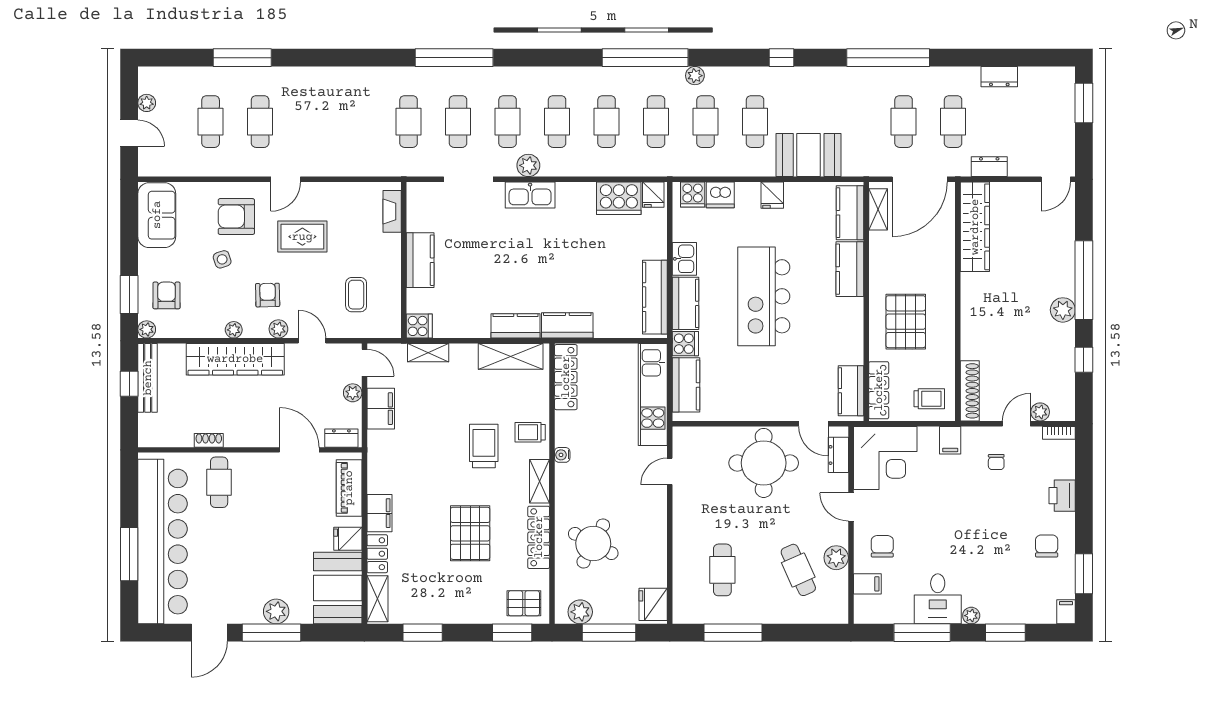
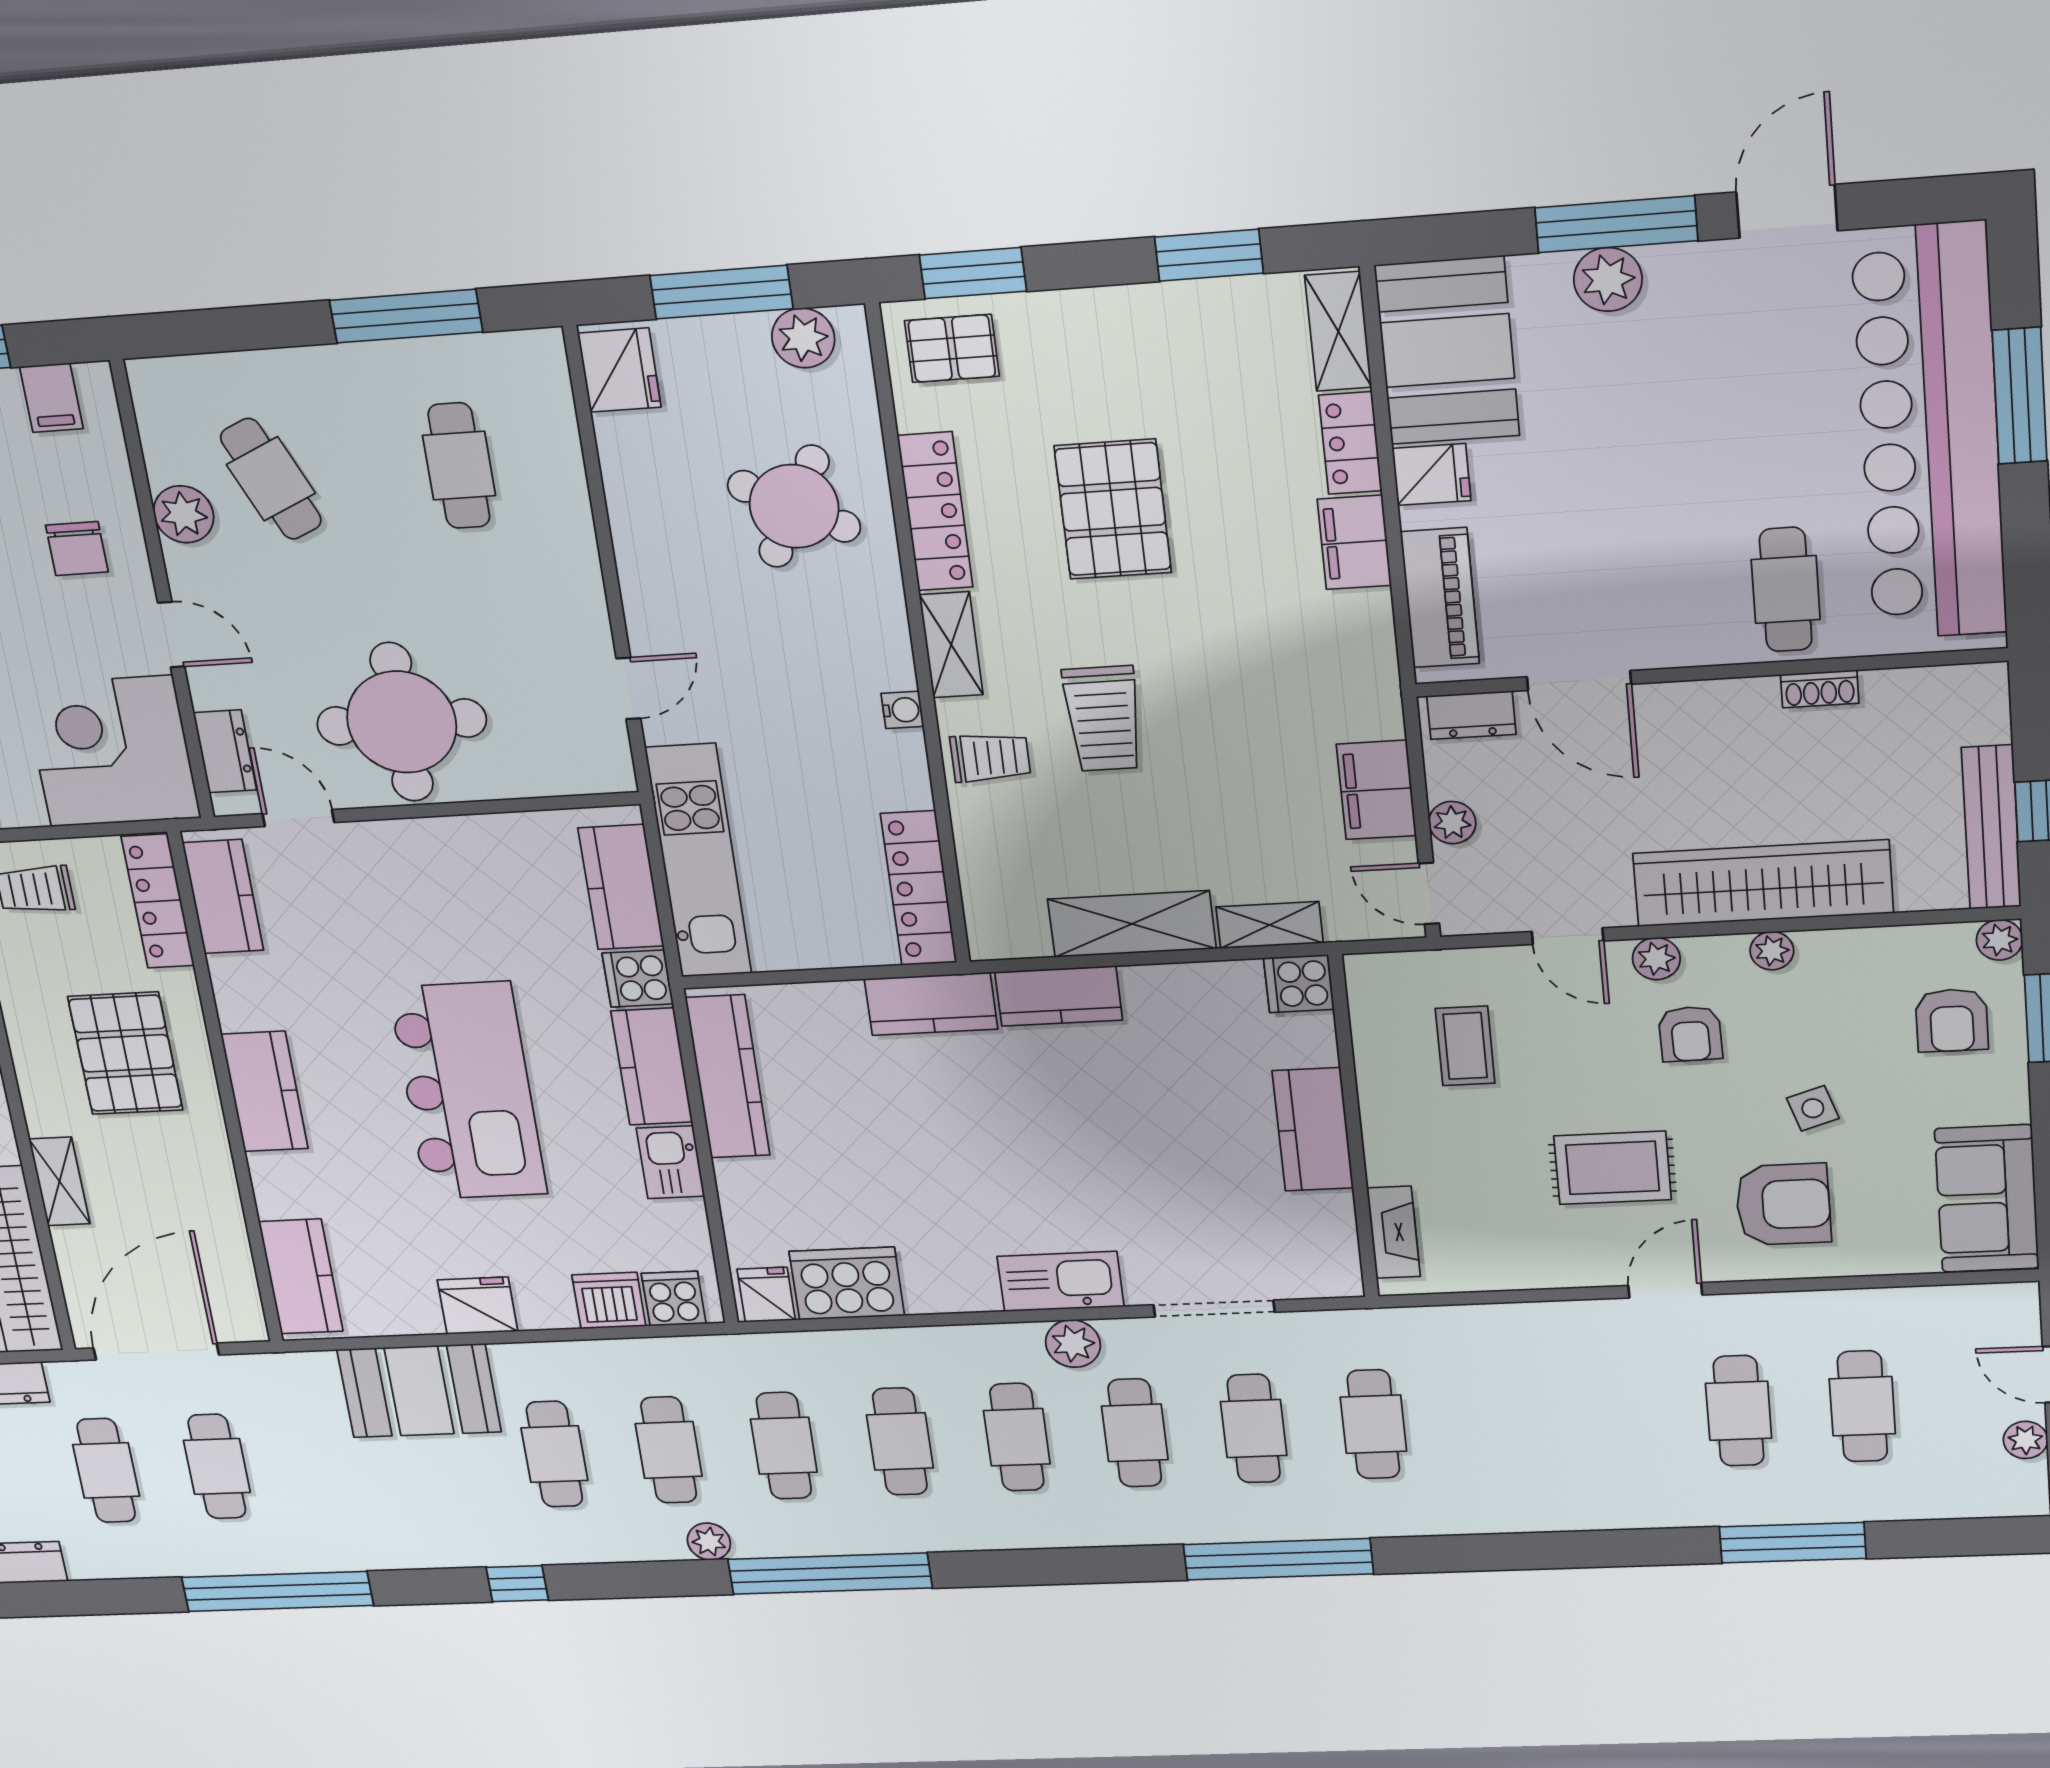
fridge: (772, 195) -> (478, 1306), width x1.38
shelving: (878, 209) -> (60, 1181), moved
kitchen counter: (850, 269) -> (265, 1092), moved
shelving: (511, 356) -> (1132, 924), moved
filing cabinet: (867, 584) -> (51, 398), moved, turned -90

